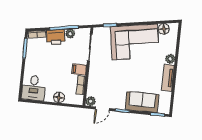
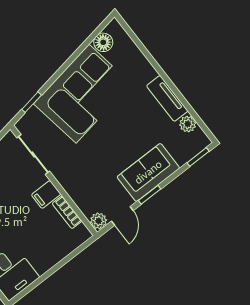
plant: (170, 59) -> (188, 124), moved
floor lamp: (59, 97) -> (54, 254), removed
sofa: (142, 102) -> (148, 172), moved

